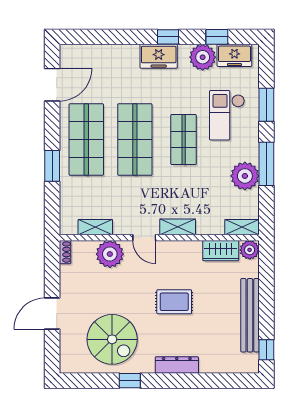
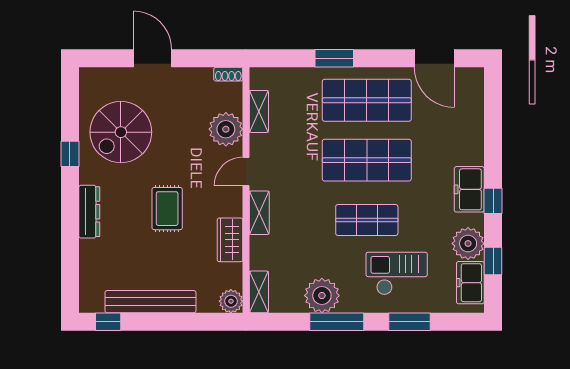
wardrobe: (221, 251) -> (230, 240), moved

